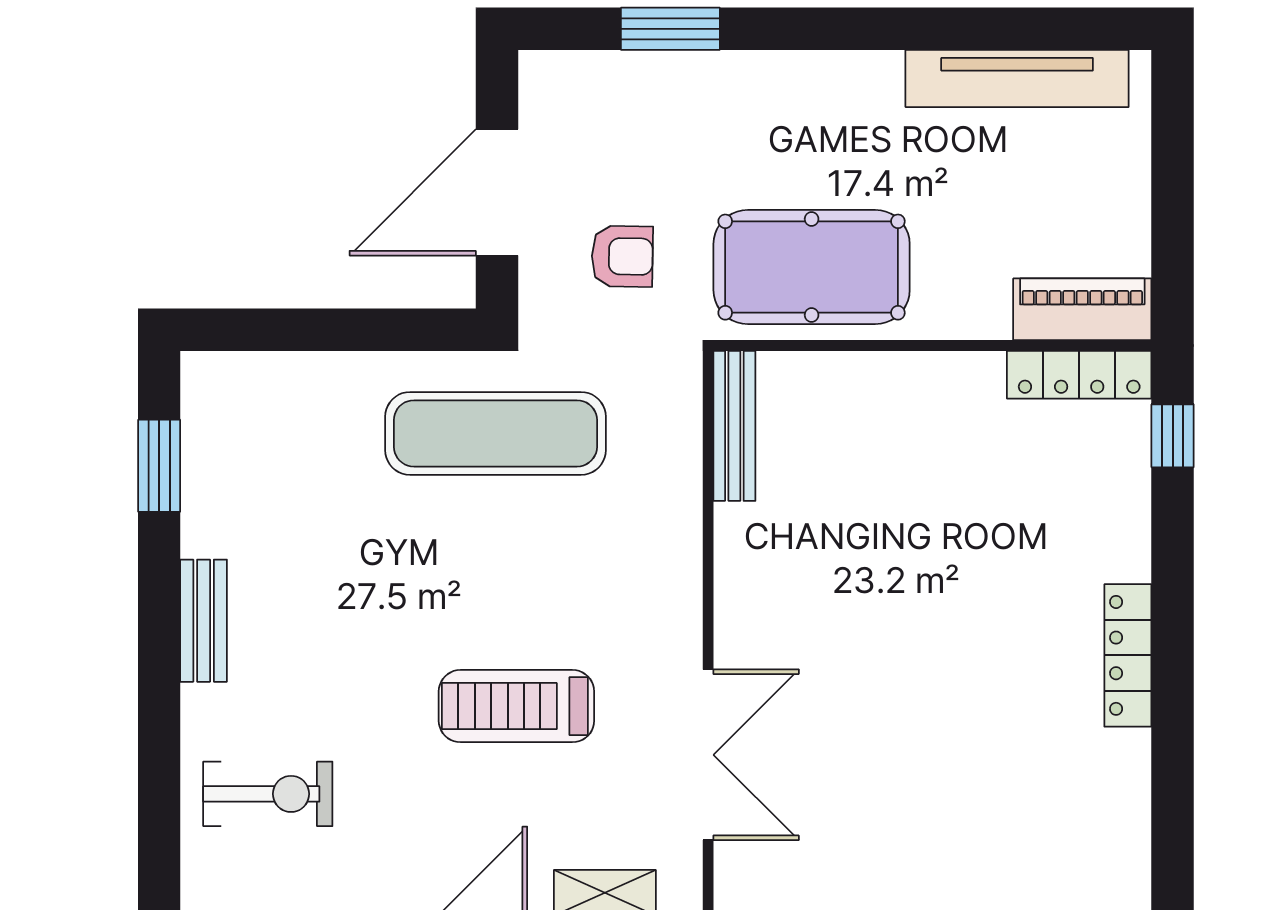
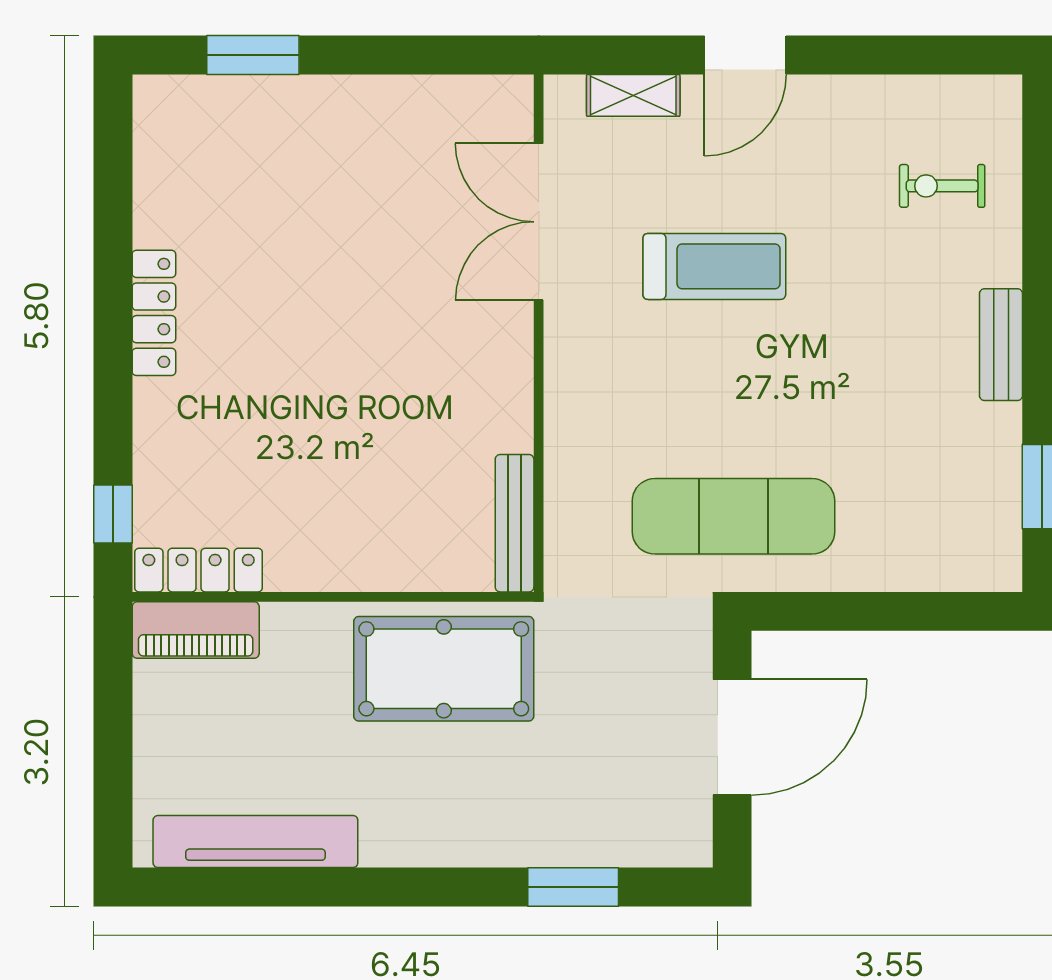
armchair: (622, 256) -> (617, 679), removed
exercise bike: (268, 794) -> (942, 186), width x0.73, depth x0.72

